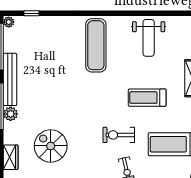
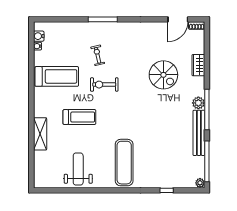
window: (31, 13) -> (167, 190), moved
exercise bike: (119, 135) -> (104, 85), turned 180

